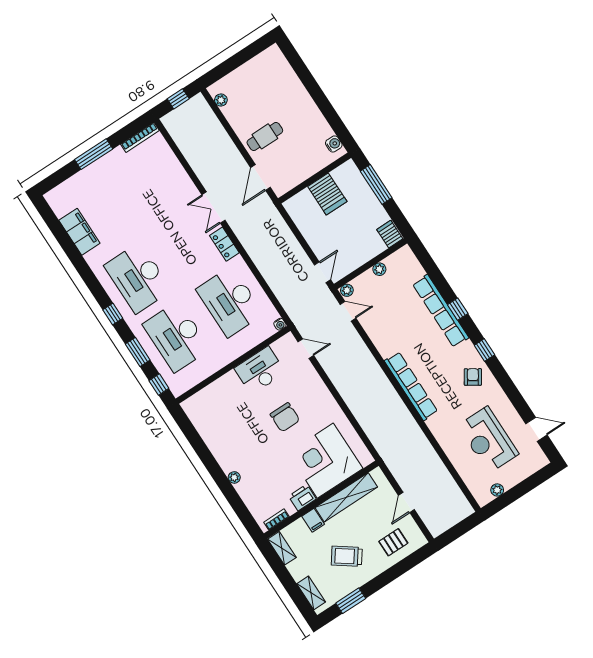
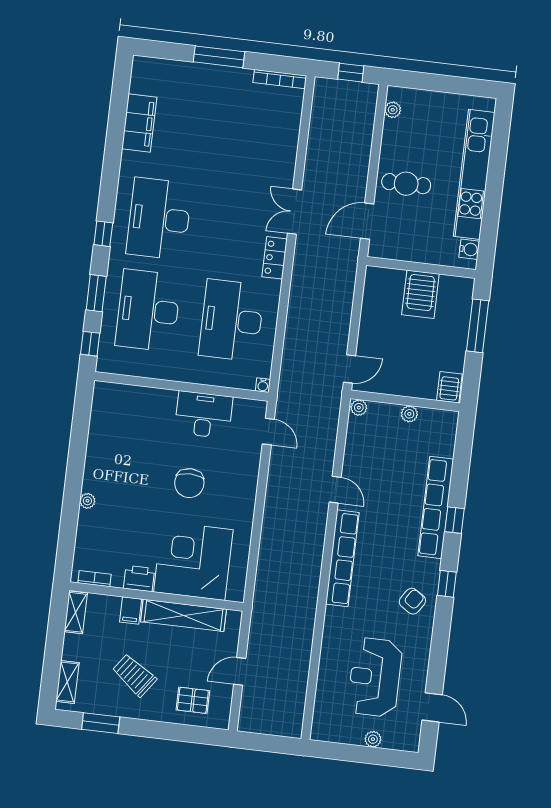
kitchen unit: (300, 98) -> (474, 174), added
door: (348, 311) -> (335, 490), moved
plant: (497, 490) -> (373, 739), moved

